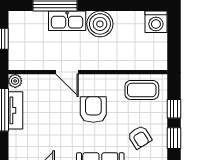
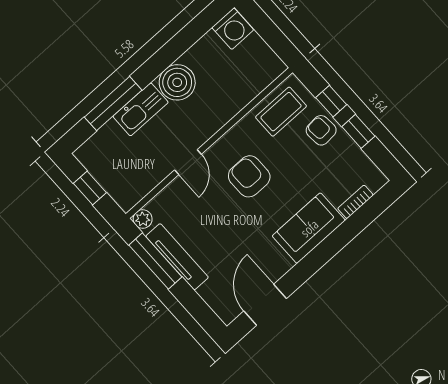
door: (67, 72) -> (188, 162), hinge flipped
tv unit: (15, 110) -> (177, 257), width x1.41
armchair: (140, 137) -> (321, 130), moved, turned -152

